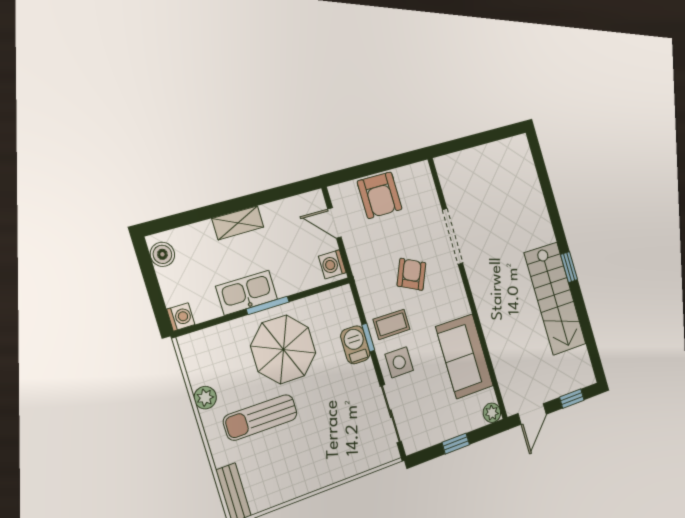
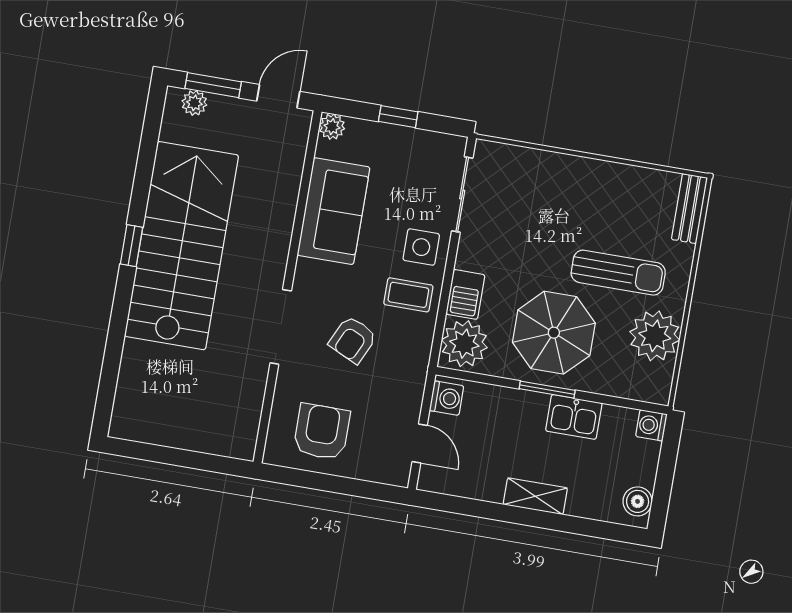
armchair: (380, 195) -> (322, 432), moved
doorway: (452, 236) -> (281, 327), moved
kitchen sink: (247, 293) -> (574, 417), width x0.73
stairs: (555, 298) -> (181, 246), width x1.36, depth x1.51
plant: (339, 309) -> (464, 344), added
window: (368, 338) -> (445, 294), removed
plant: (577, 381) -> (194, 103), added
plant: (205, 398) -> (655, 336), width x1.87, depth x1.87
window: (572, 399) -> (213, 85), width x1.50

